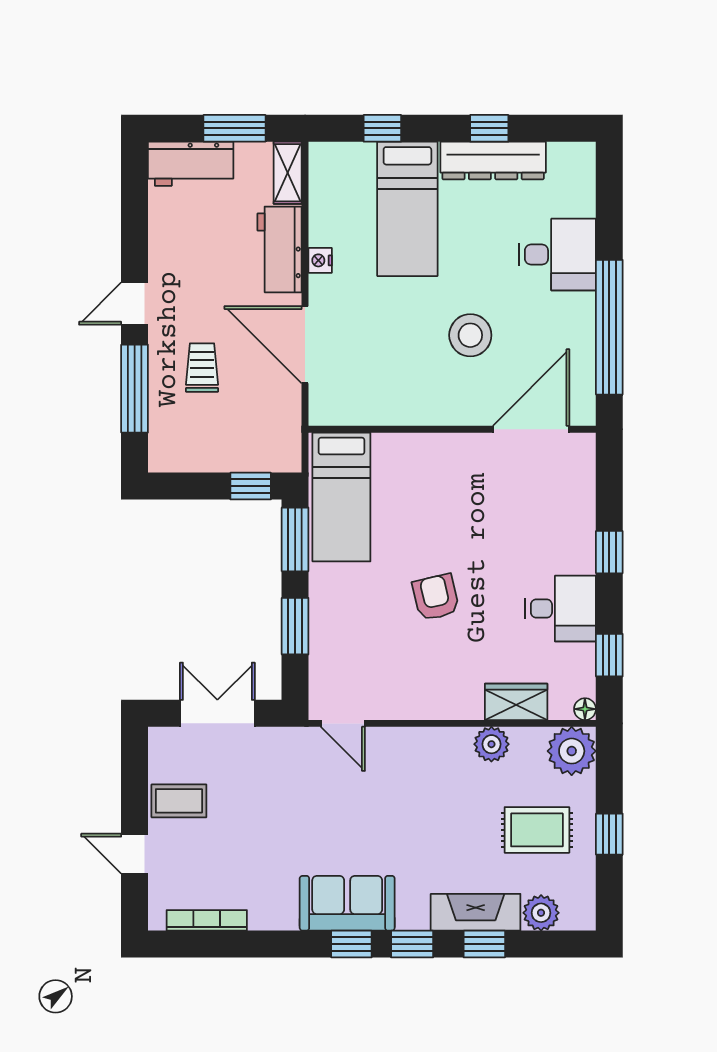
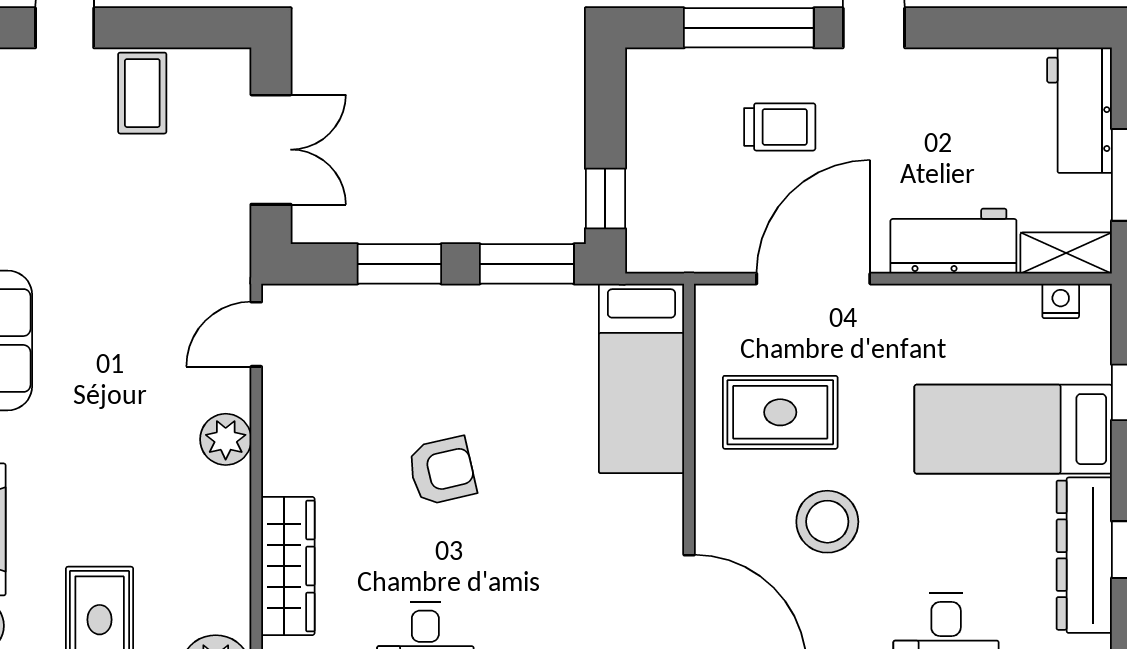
nightstand: (320, 260) -> (1061, 301), moved
rug: (396, 367) -> (780, 412), added
bed: (341, 497) -> (641, 378), moved, turned -90
wardrobe: (516, 702) -> (288, 566), width x1.50
plant: (491, 744) -> (226, 439), moved

